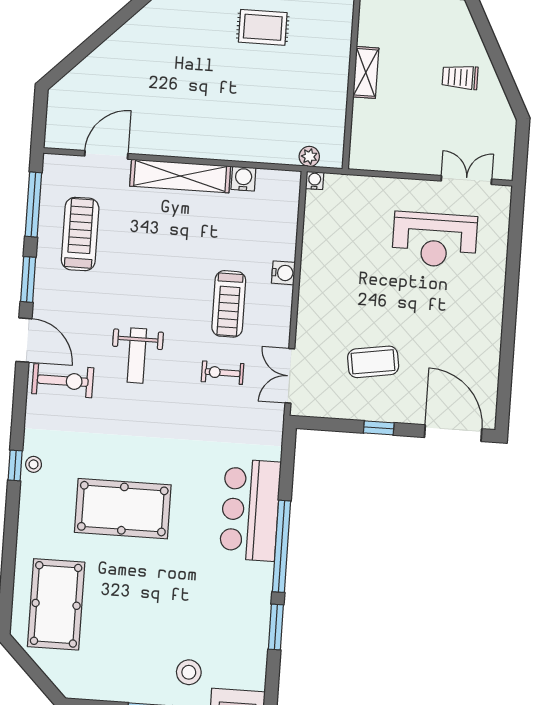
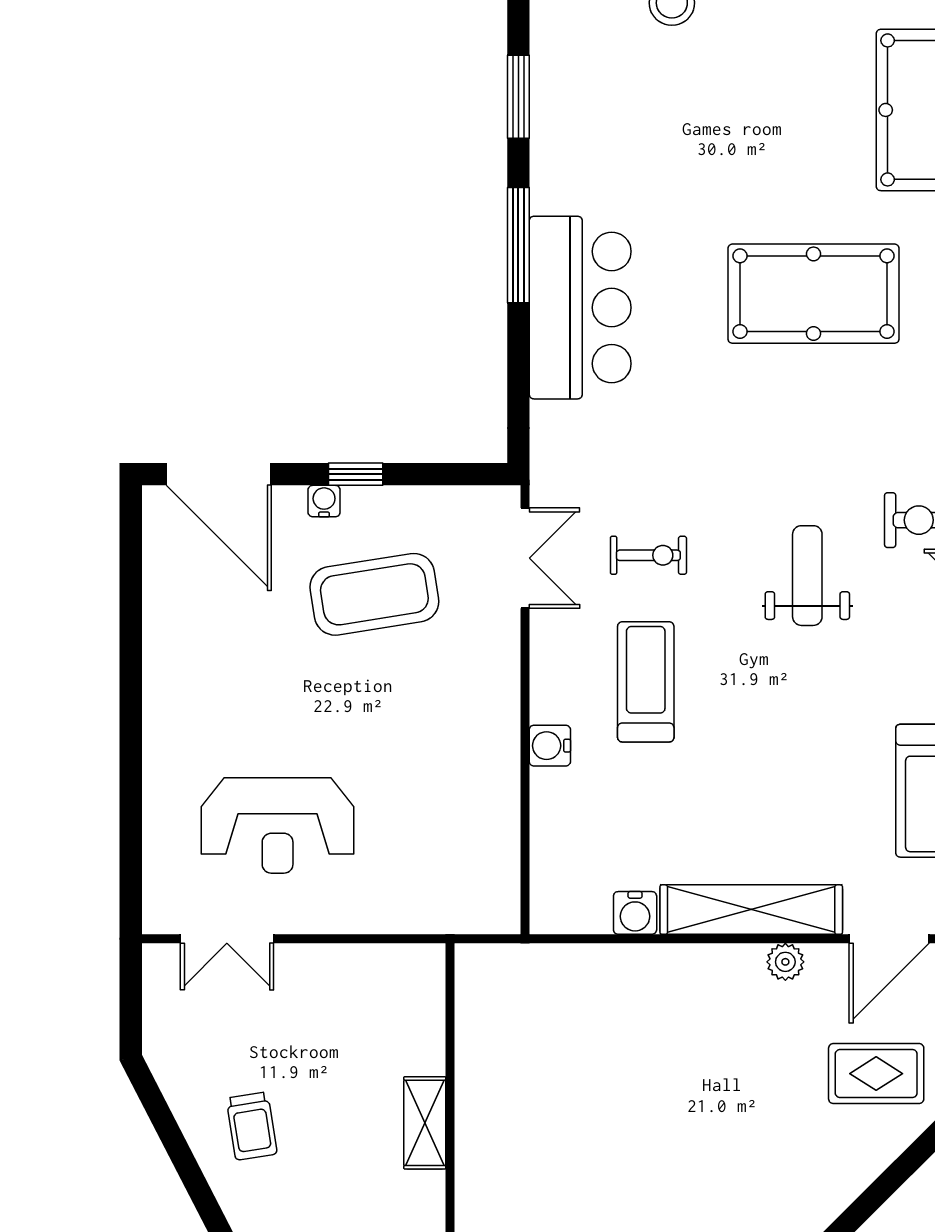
rug: (263, 27) -> (876, 1074), moved
trolley: (460, 77) -> (252, 1126), turned 81
plant: (309, 156) -> (785, 962), moved
water cooler: (315, 180) -> (324, 501), moved, turned 180
reception desk: (435, 240) -> (278, 825), turned 180
coffee table: (373, 362) -> (374, 594), width x1.36, depth x1.32
window: (282, 546) -> (518, 245), width x0.68

